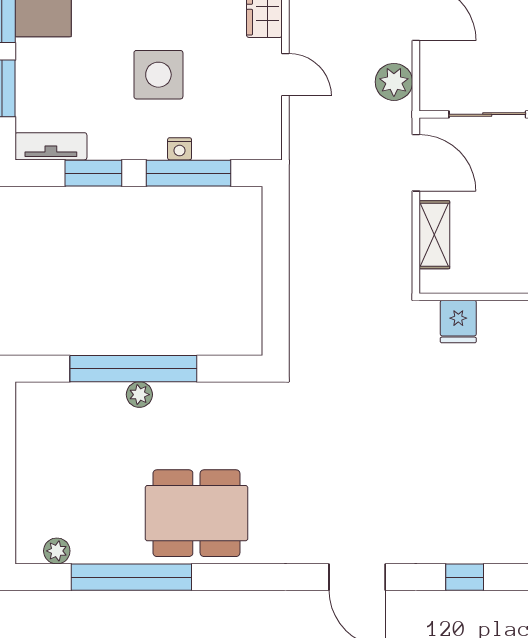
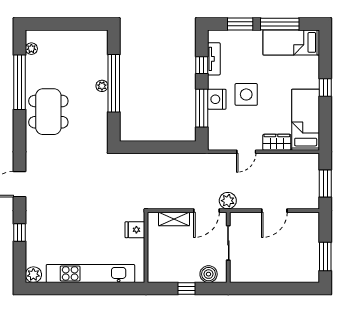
plant: (394, 82) -> (228, 201), moved
tv unit: (51, 146) -> (214, 59), moved
nightstand: (180, 149) -> (217, 99), width x1.89, depth x1.79
window: (93, 173) -> (202, 65), width x0.67

